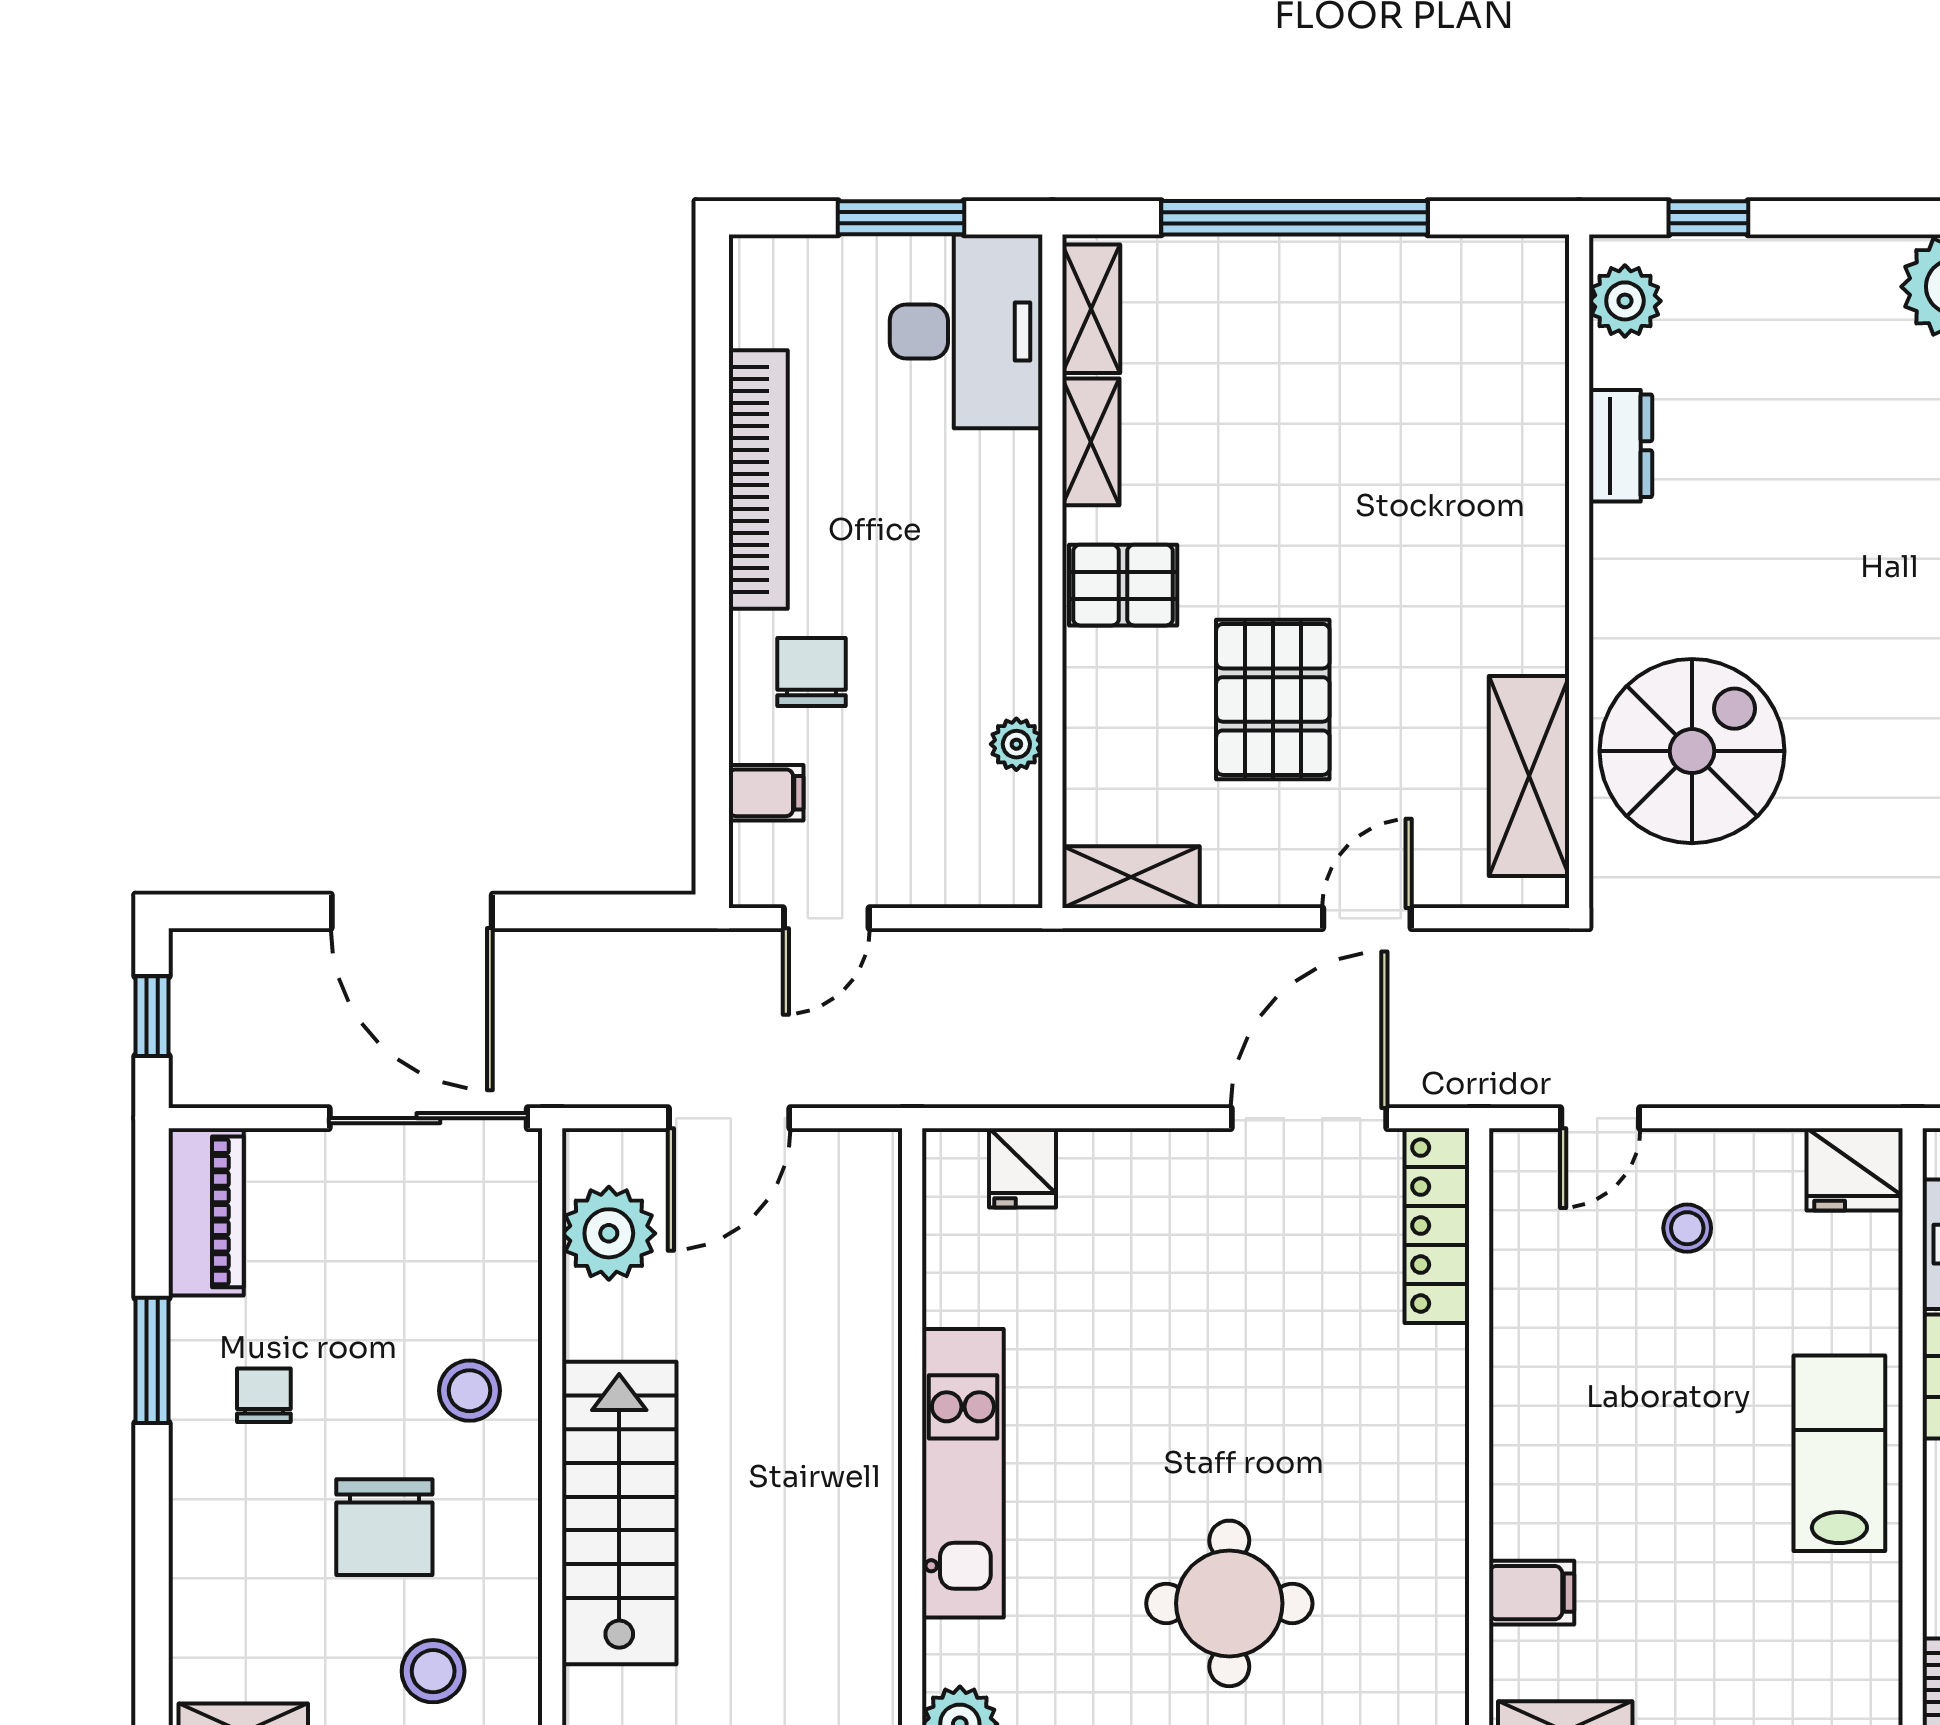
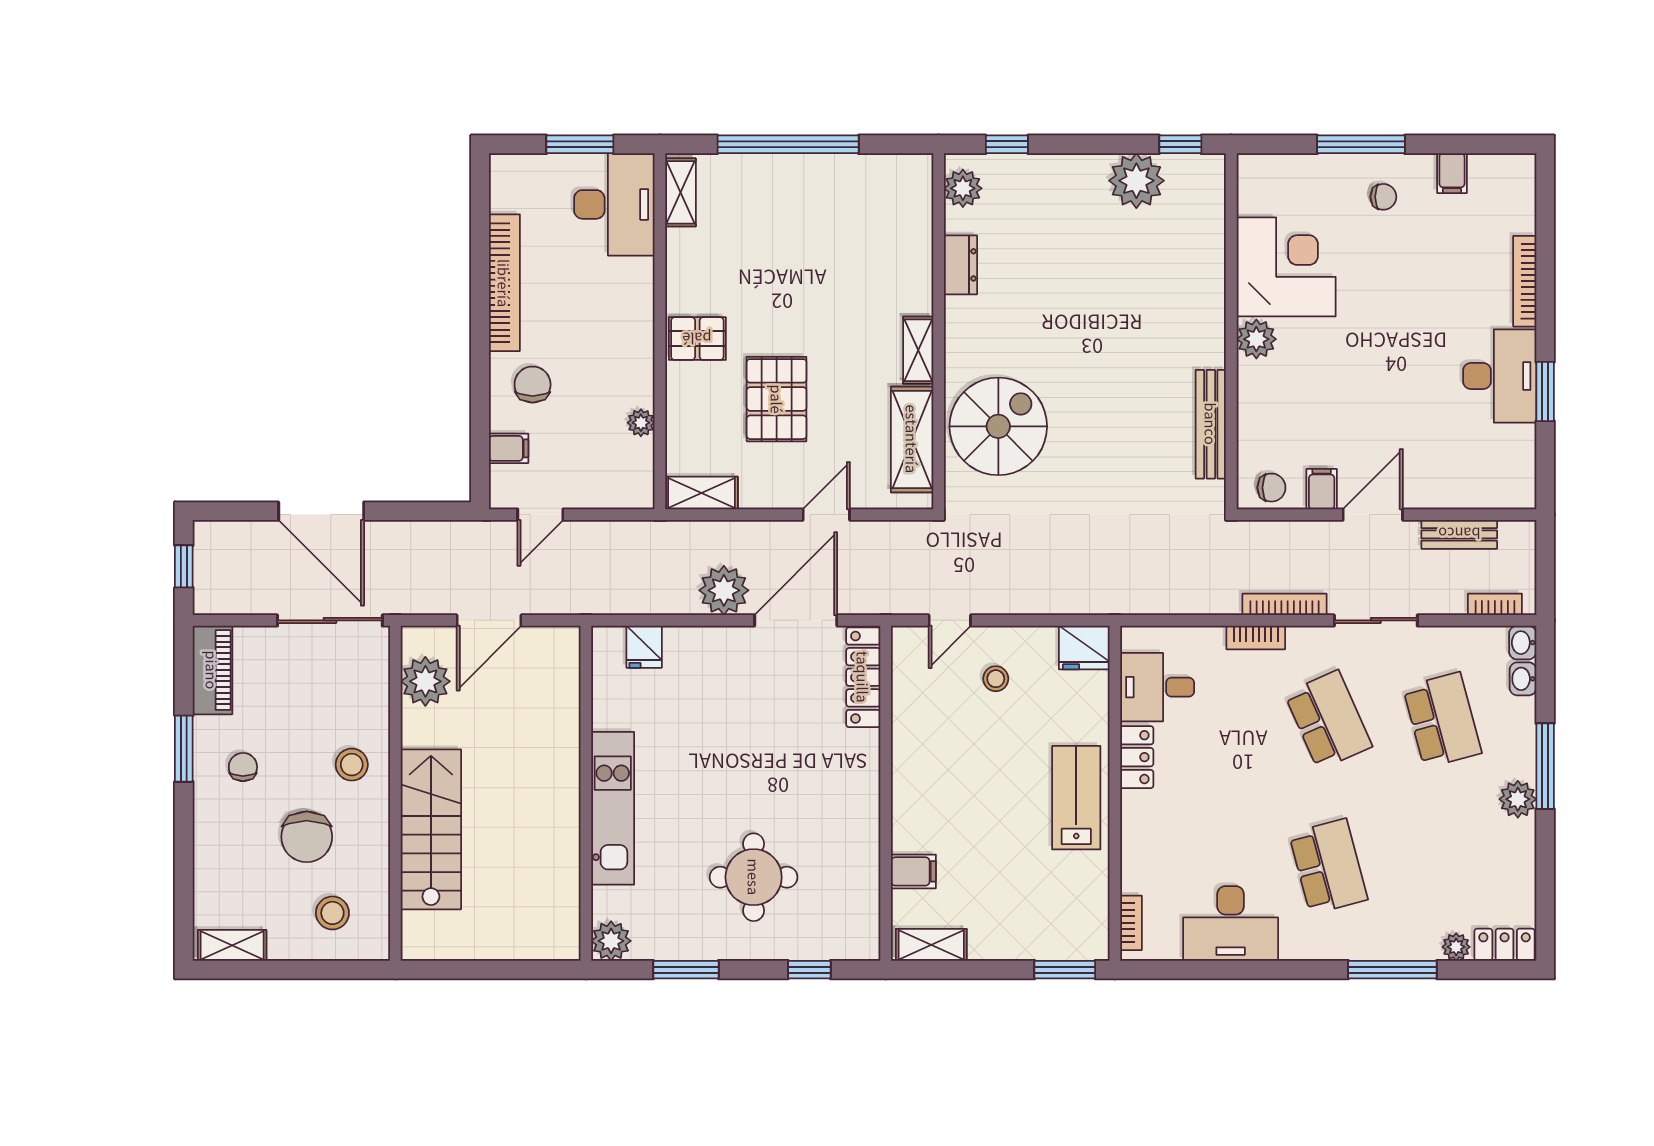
shelving: (1091, 442) -> (918, 350), moved
plant: (1173, 1061) -> (724, 590), added

